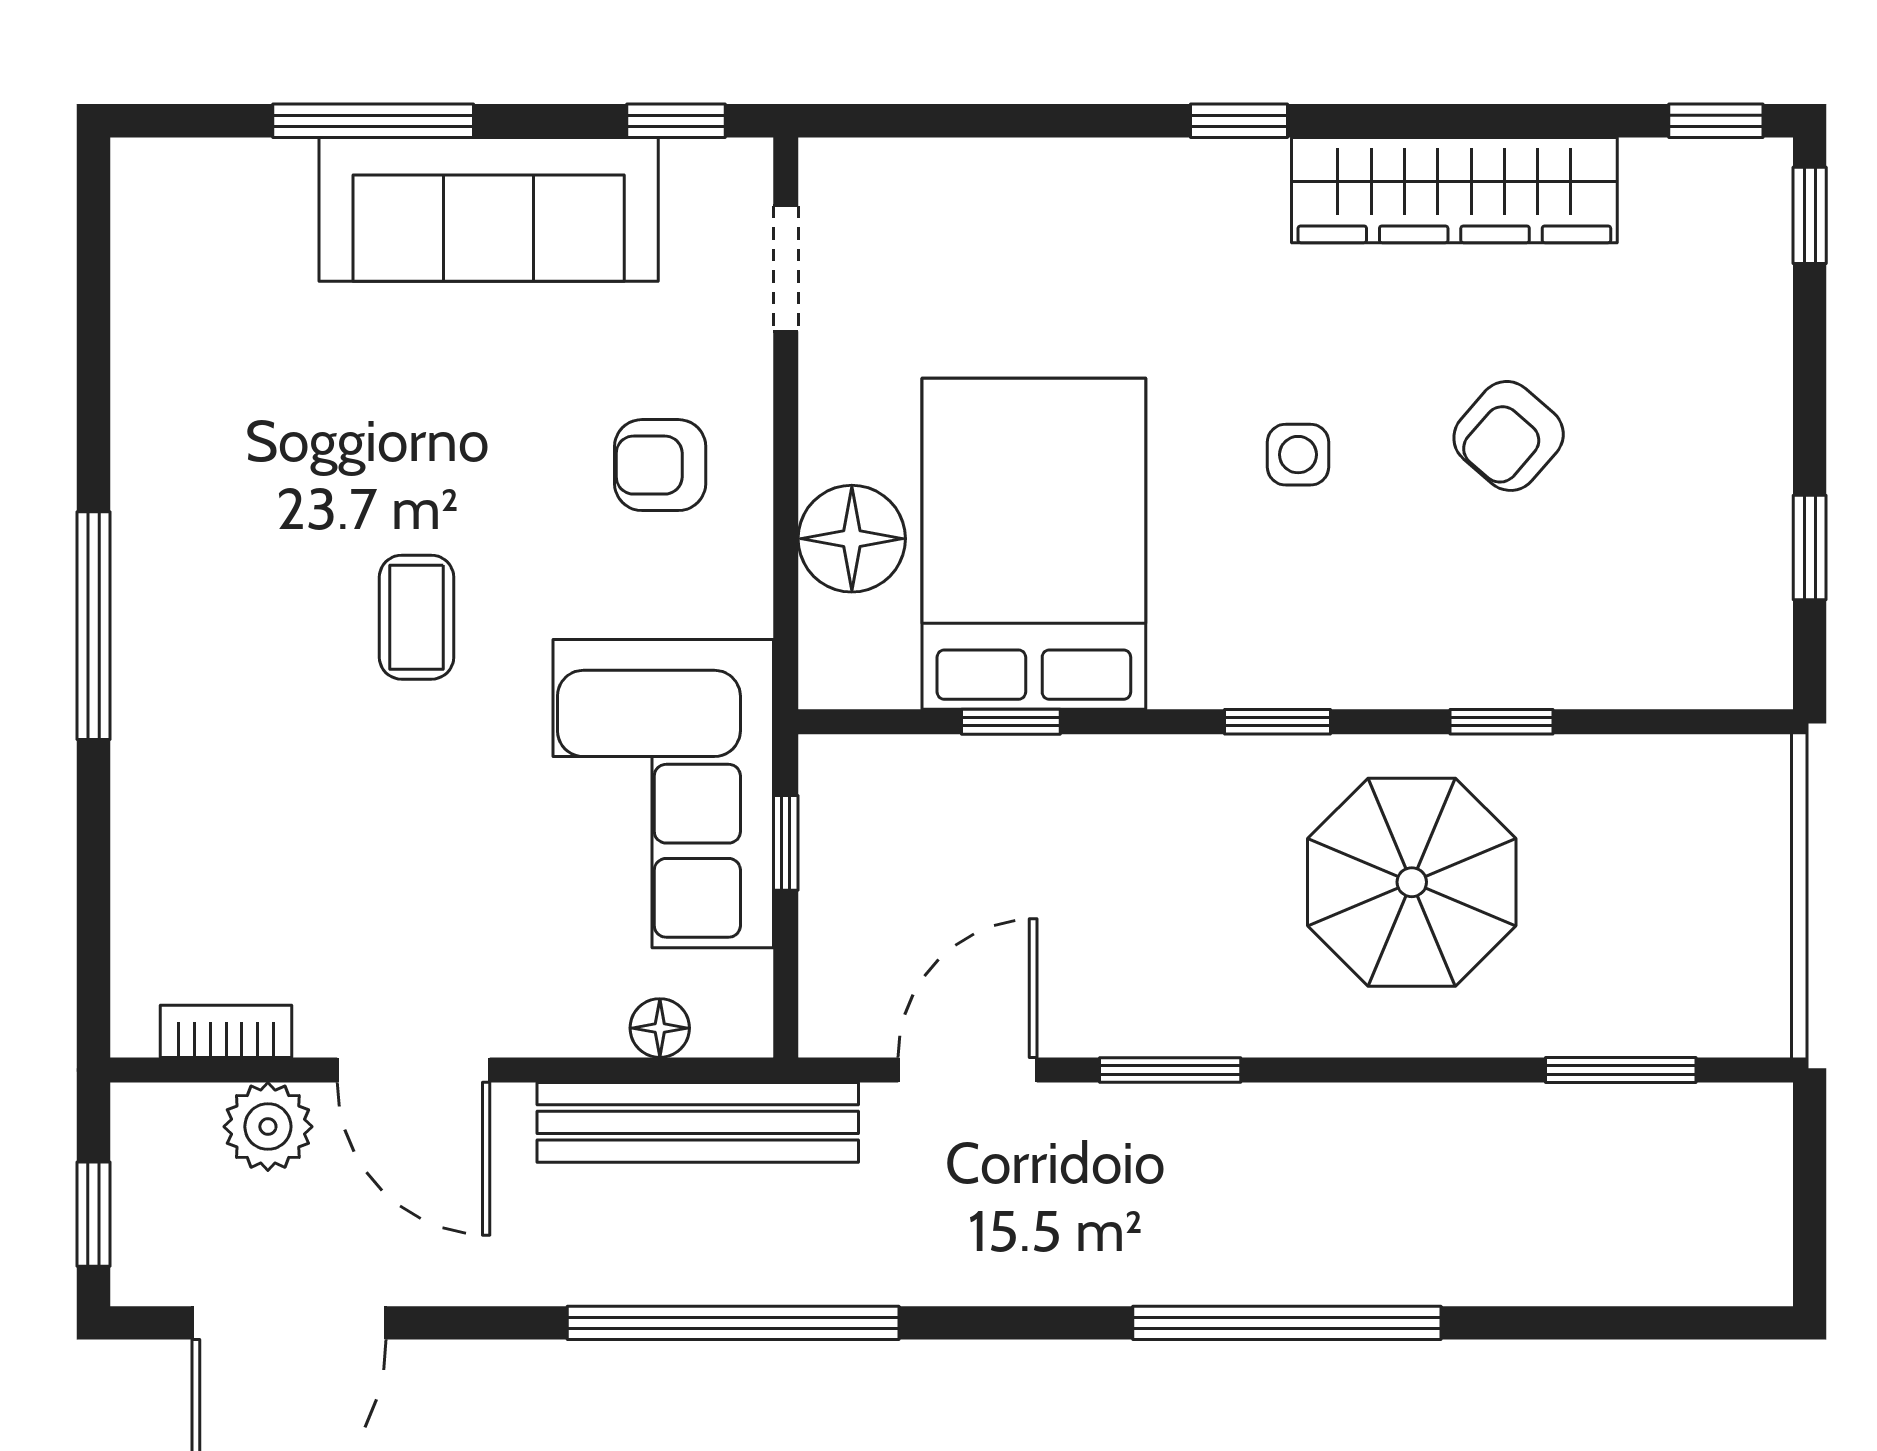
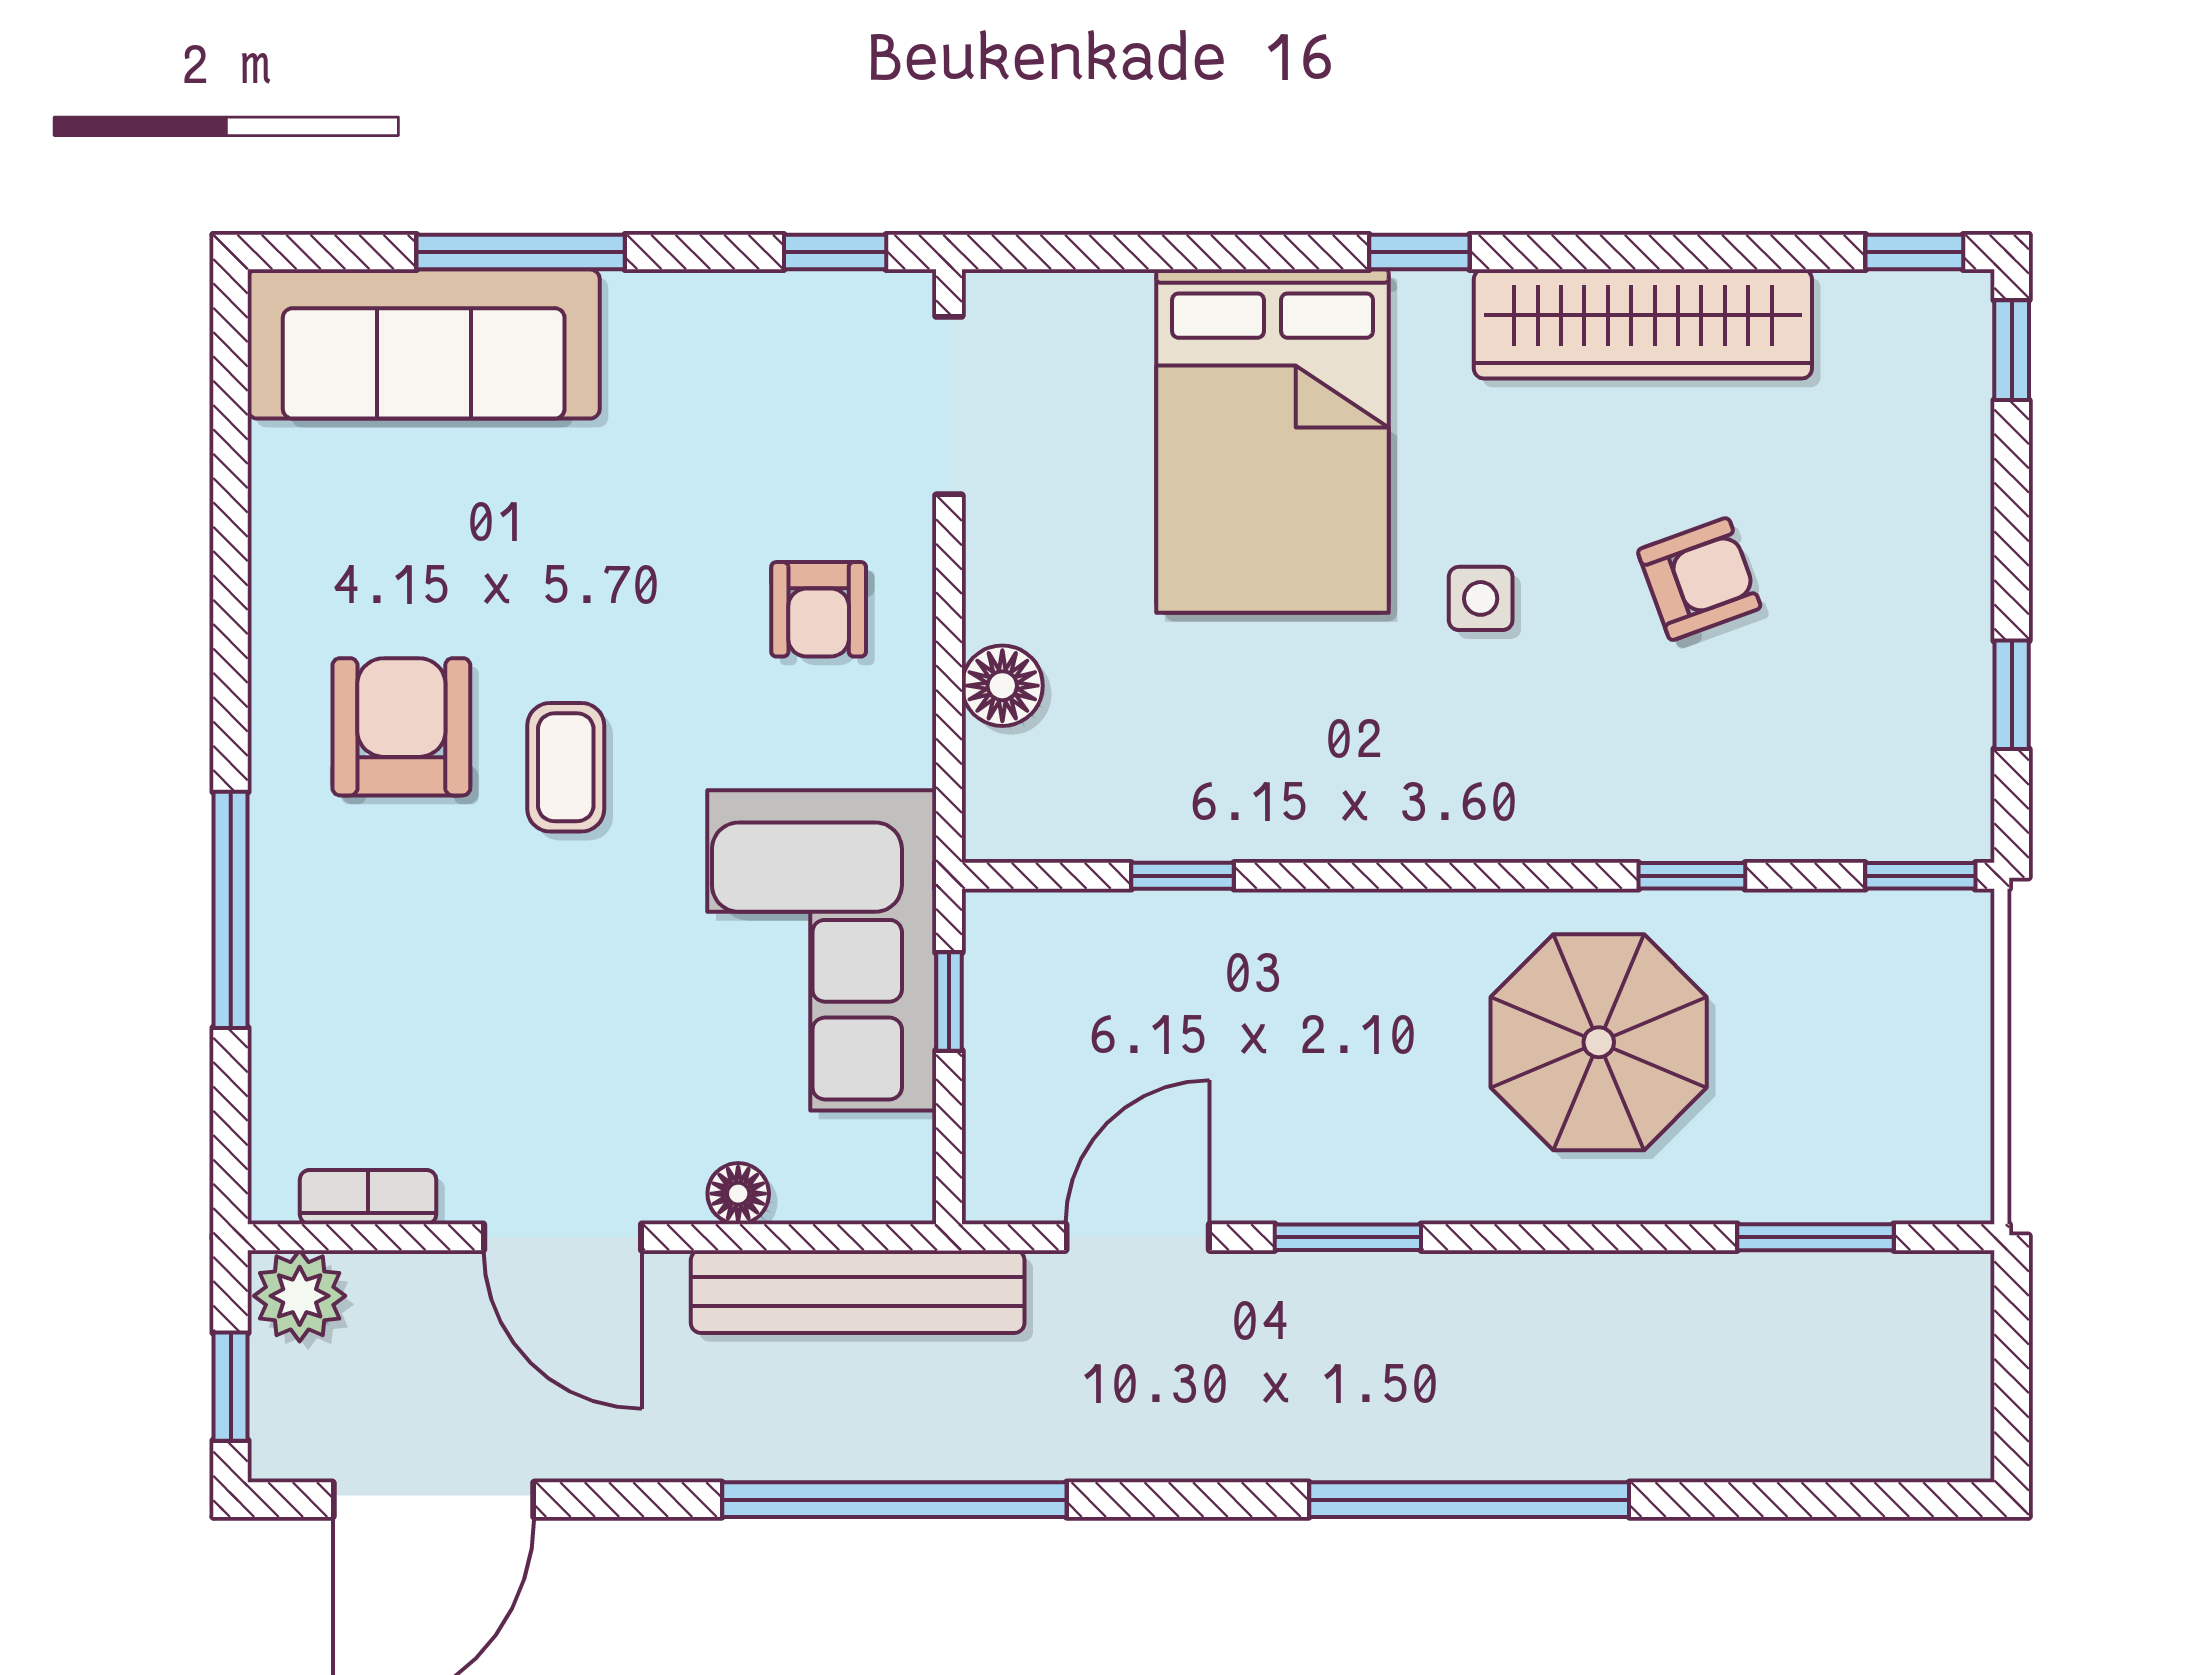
sofa: (489, 209) -> (424, 344), moved
doorway: (786, 269) -> (949, 406), width x1.38
armchair: (1509, 436) -> (1699, 579), turned -151
armchair: (660, 465) -> (819, 609), turned -90
floor lamp: (852, 539) -> (1002, 686), width x0.73, depth x0.73
bed: (1034, 544) -> (1273, 441), moved, turned 180
armchair: (258, 578) -> (401, 727), added
window: (94, 626) -> (231, 910), moved
window: (1278, 722) -> (1920, 876), moved
floor lamp: (660, 1028) -> (738, 1194), moved
plant: (268, 1127) -> (300, 1296), moved

